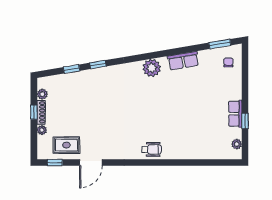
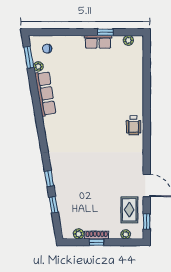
row of seats: (183, 61) -> (45, 94), width x1.48
plant: (152, 68) -> (38, 66), moved, width x0.53, depth x0.53
plant: (42, 130) -> (126, 234), moved
wheelchair: (152, 149) -> (134, 125), turned 180

